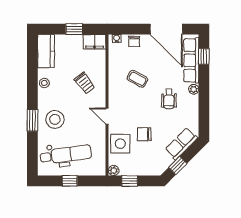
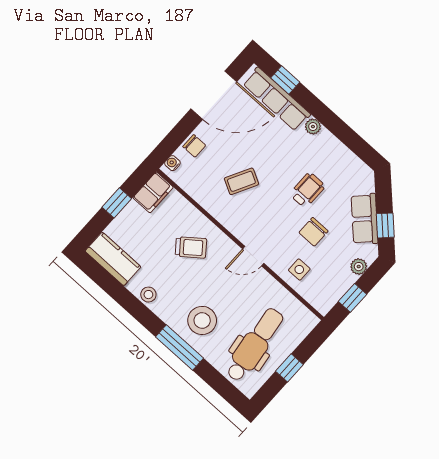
wheelchair: (169, 99) -> (307, 190), moved, turned -90
window: (32, 120) -> (179, 348), width x1.44
side table: (120, 144) -> (299, 270), width x0.54, depth x0.54
row of seats: (181, 144) -> (365, 219), moved
plant: (114, 170) -> (359, 267), moved

